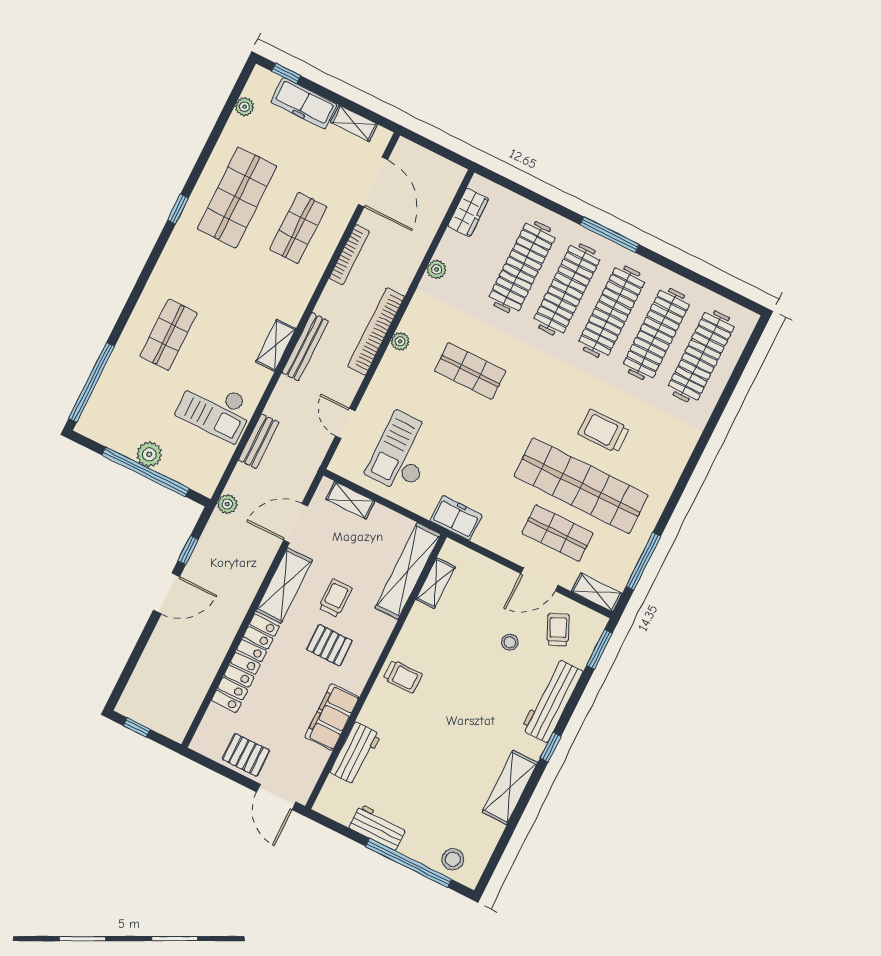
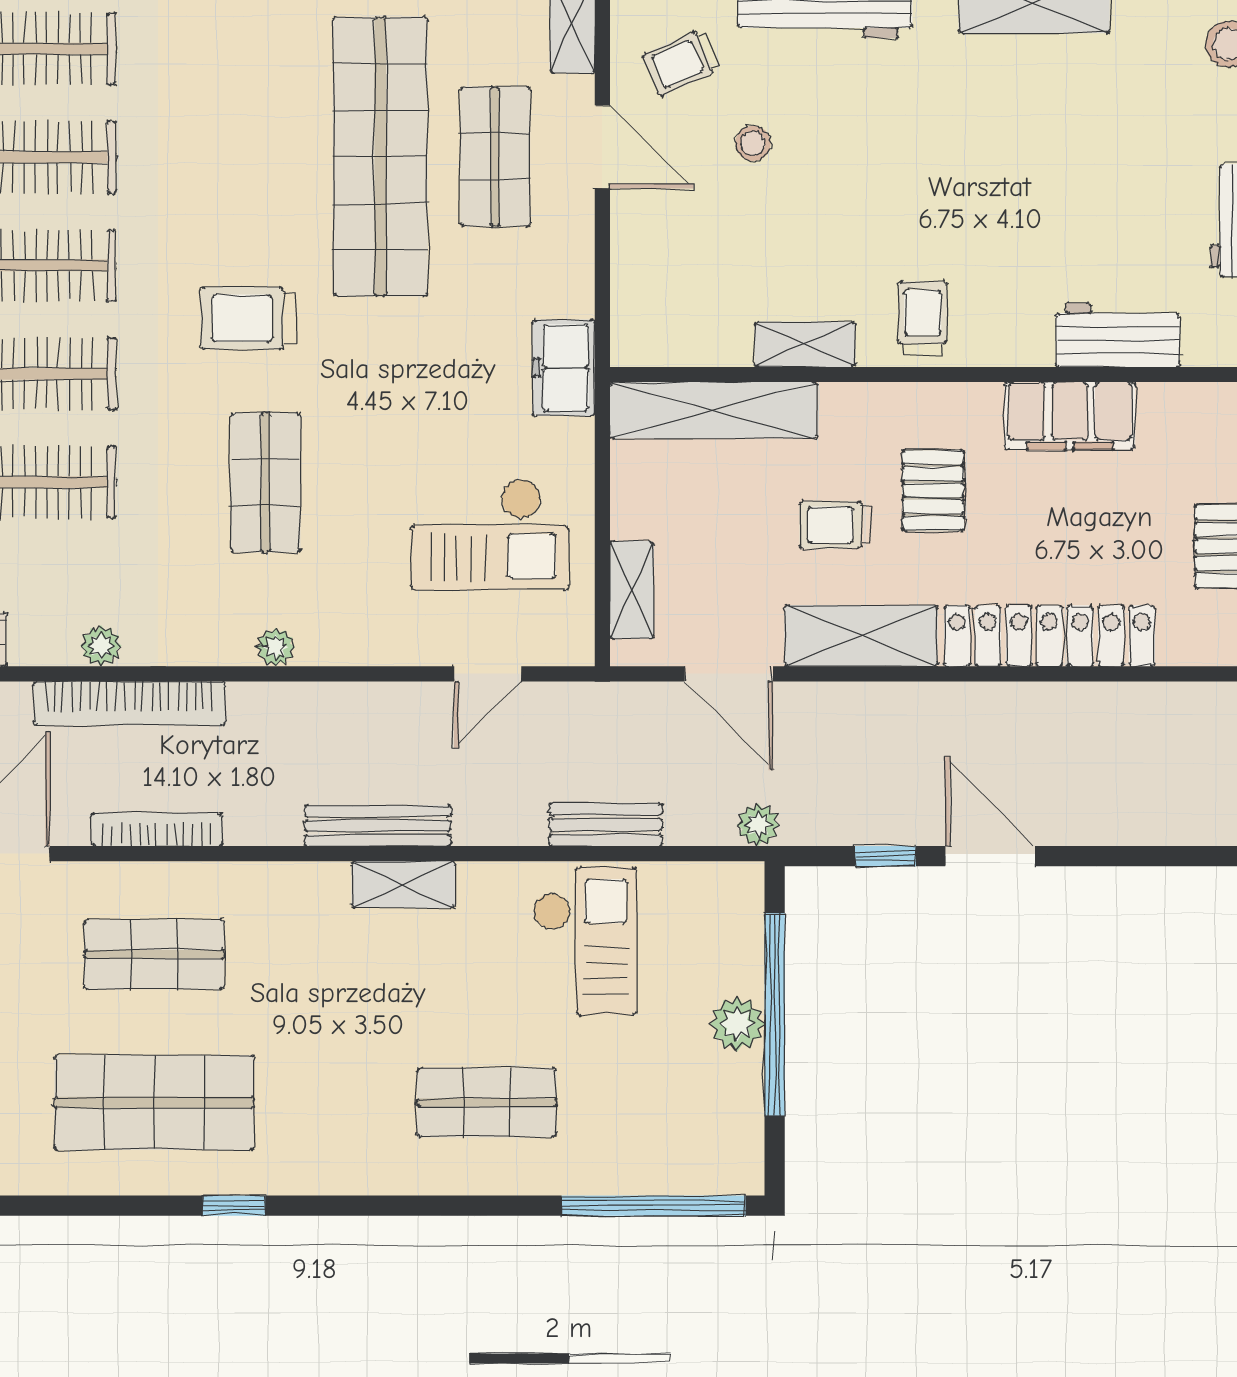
bookcase: (376, 331) -> (129, 703), moved
trolley: (604, 431) -> (249, 318), moved, turned 90
shelving: (436, 583) -> (805, 344), moved

